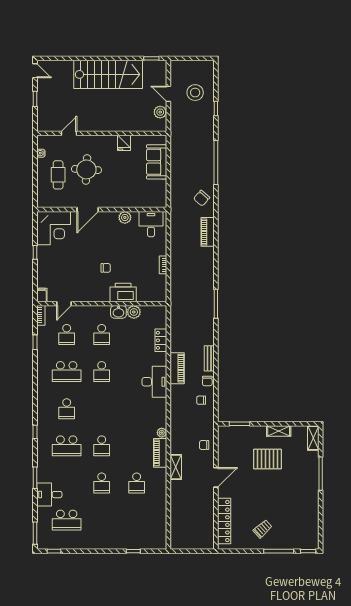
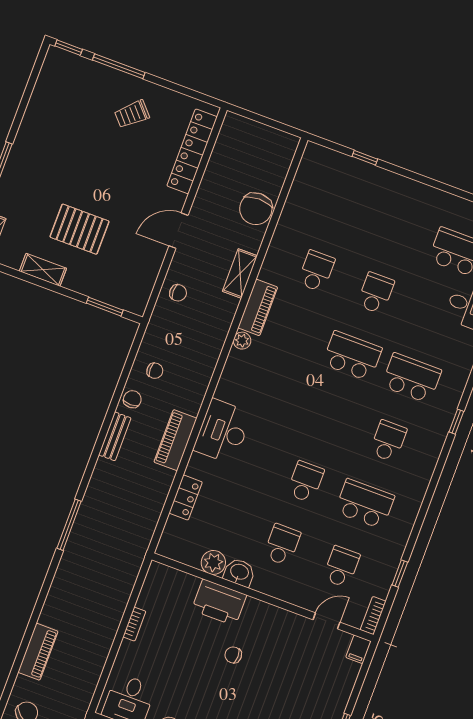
school desk: (102, 446) -> (352, 356), width x1.85
chair: (180, 504) -> (256, 209), added

